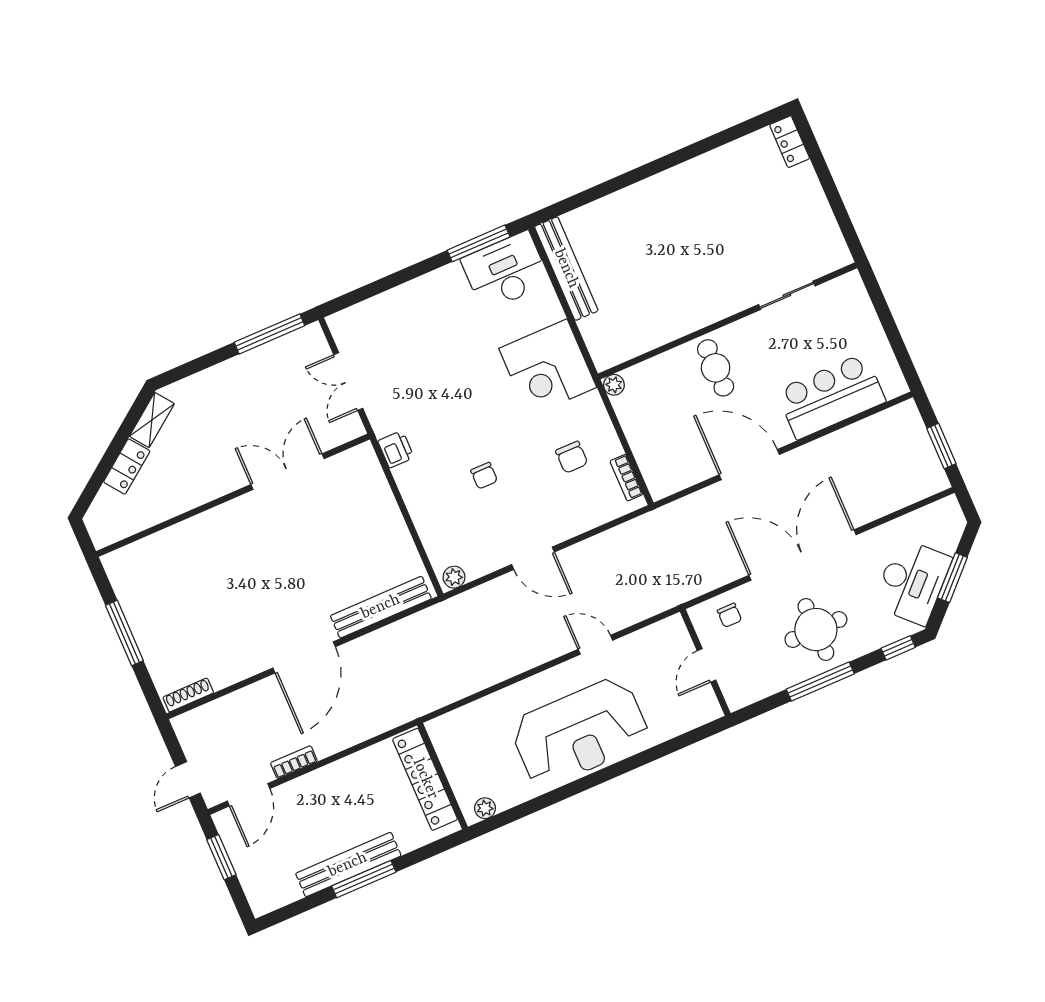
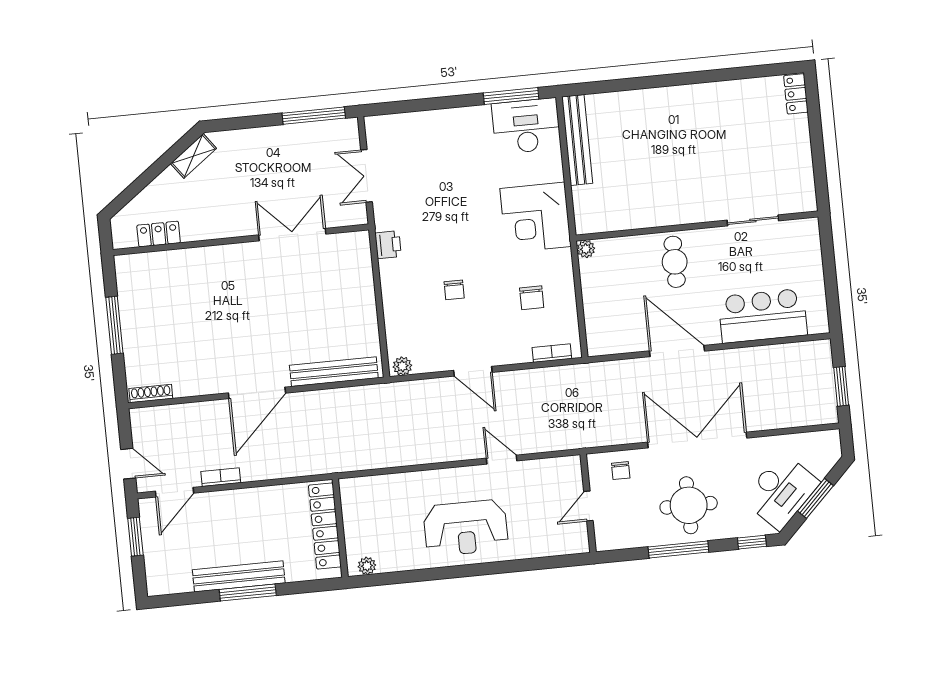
locker: (127, 467) -> (159, 234), moved, turned -143
bookcase: (626, 478) -> (552, 353), moved, turned 90
reception desk: (580, 732) -> (466, 528), width x0.74, depth x0.77
door: (188, 780) -> (128, 464), swing flipped

